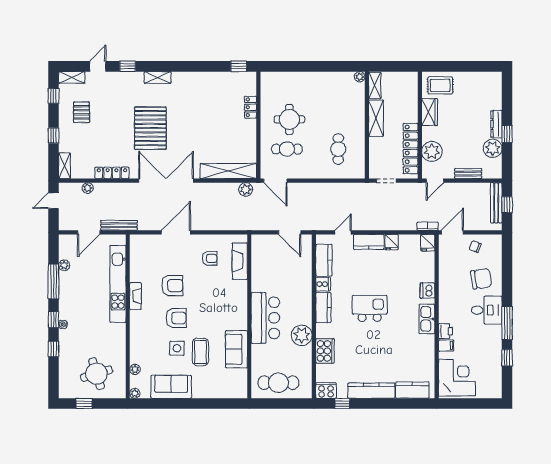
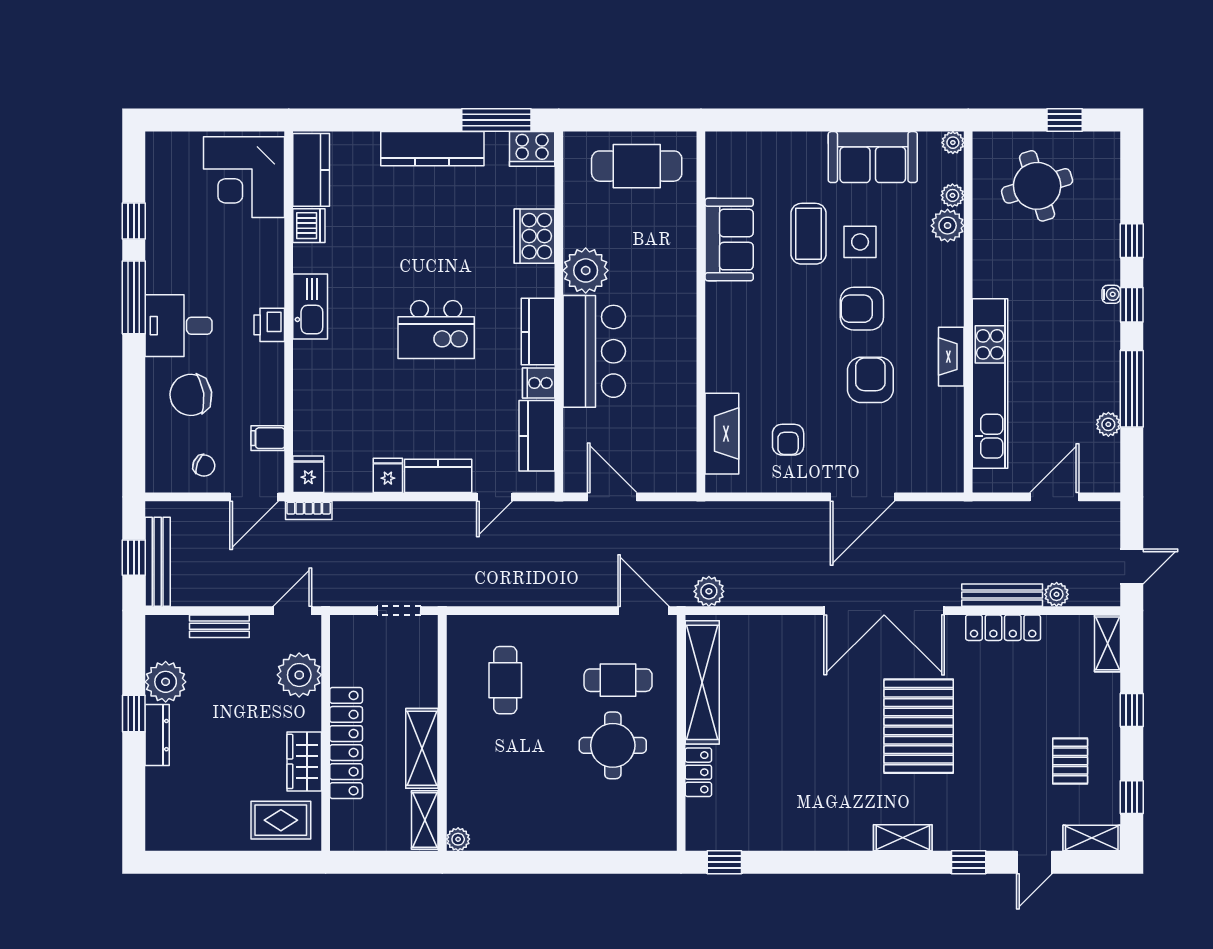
locker: (411, 149) -> (346, 743), moved
shelving: (228, 171) -> (702, 682), moved, turned 90
bench: (119, 225) -> (1002, 595), moved
armchair: (210, 258) -> (788, 440), turned -90
armchair: (172, 286) -> (870, 380), turned 90
dishwasher: (427, 291) -> (309, 226), moved
bar counter: (265, 318) -> (594, 351), moved, turned 180
printer: (445, 331) -> (269, 325), moved
filing cabinet: (446, 345) -> (268, 438), moved
plant: (137, 356) -> (948, 226), added
kitchen counter: (412, 390) -> (311, 170), moved, turned -90
window: (342, 404) -> (496, 120), width x2.17

